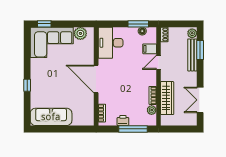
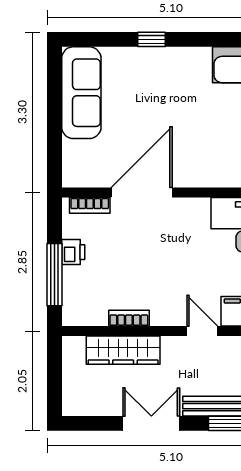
door: (96, 79) -> (142, 193), moved
double door: (200, 100) -> (151, 423), moved
plant: (152, 110) -> (97, 316), removed

